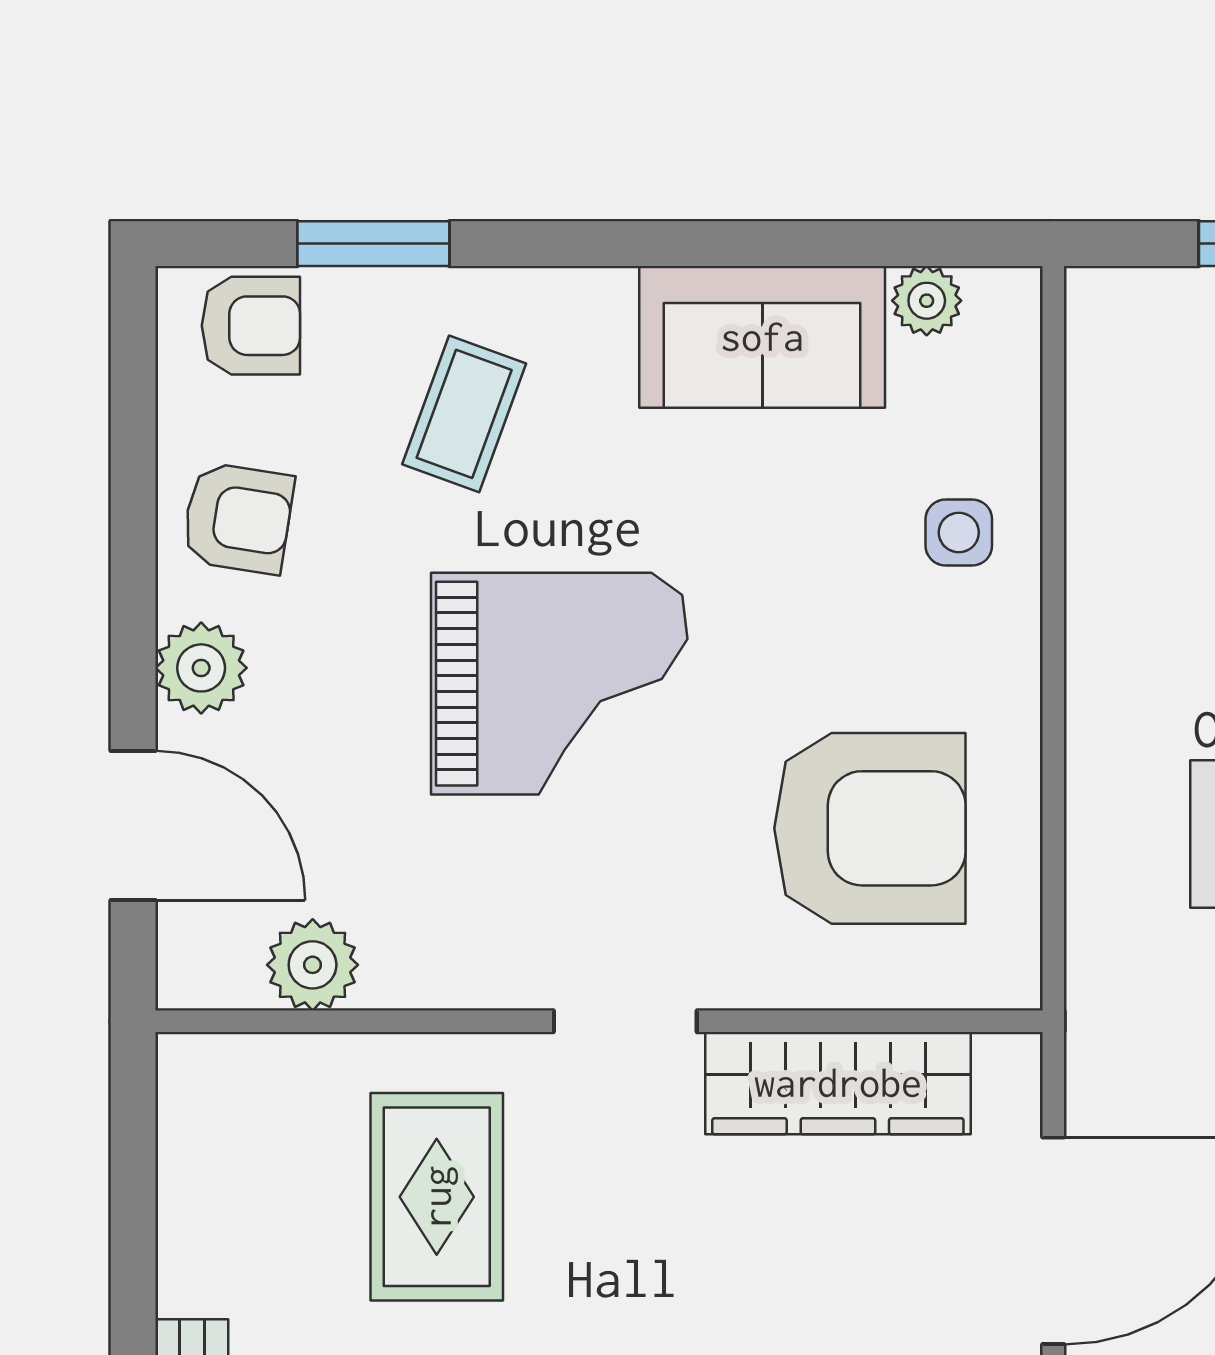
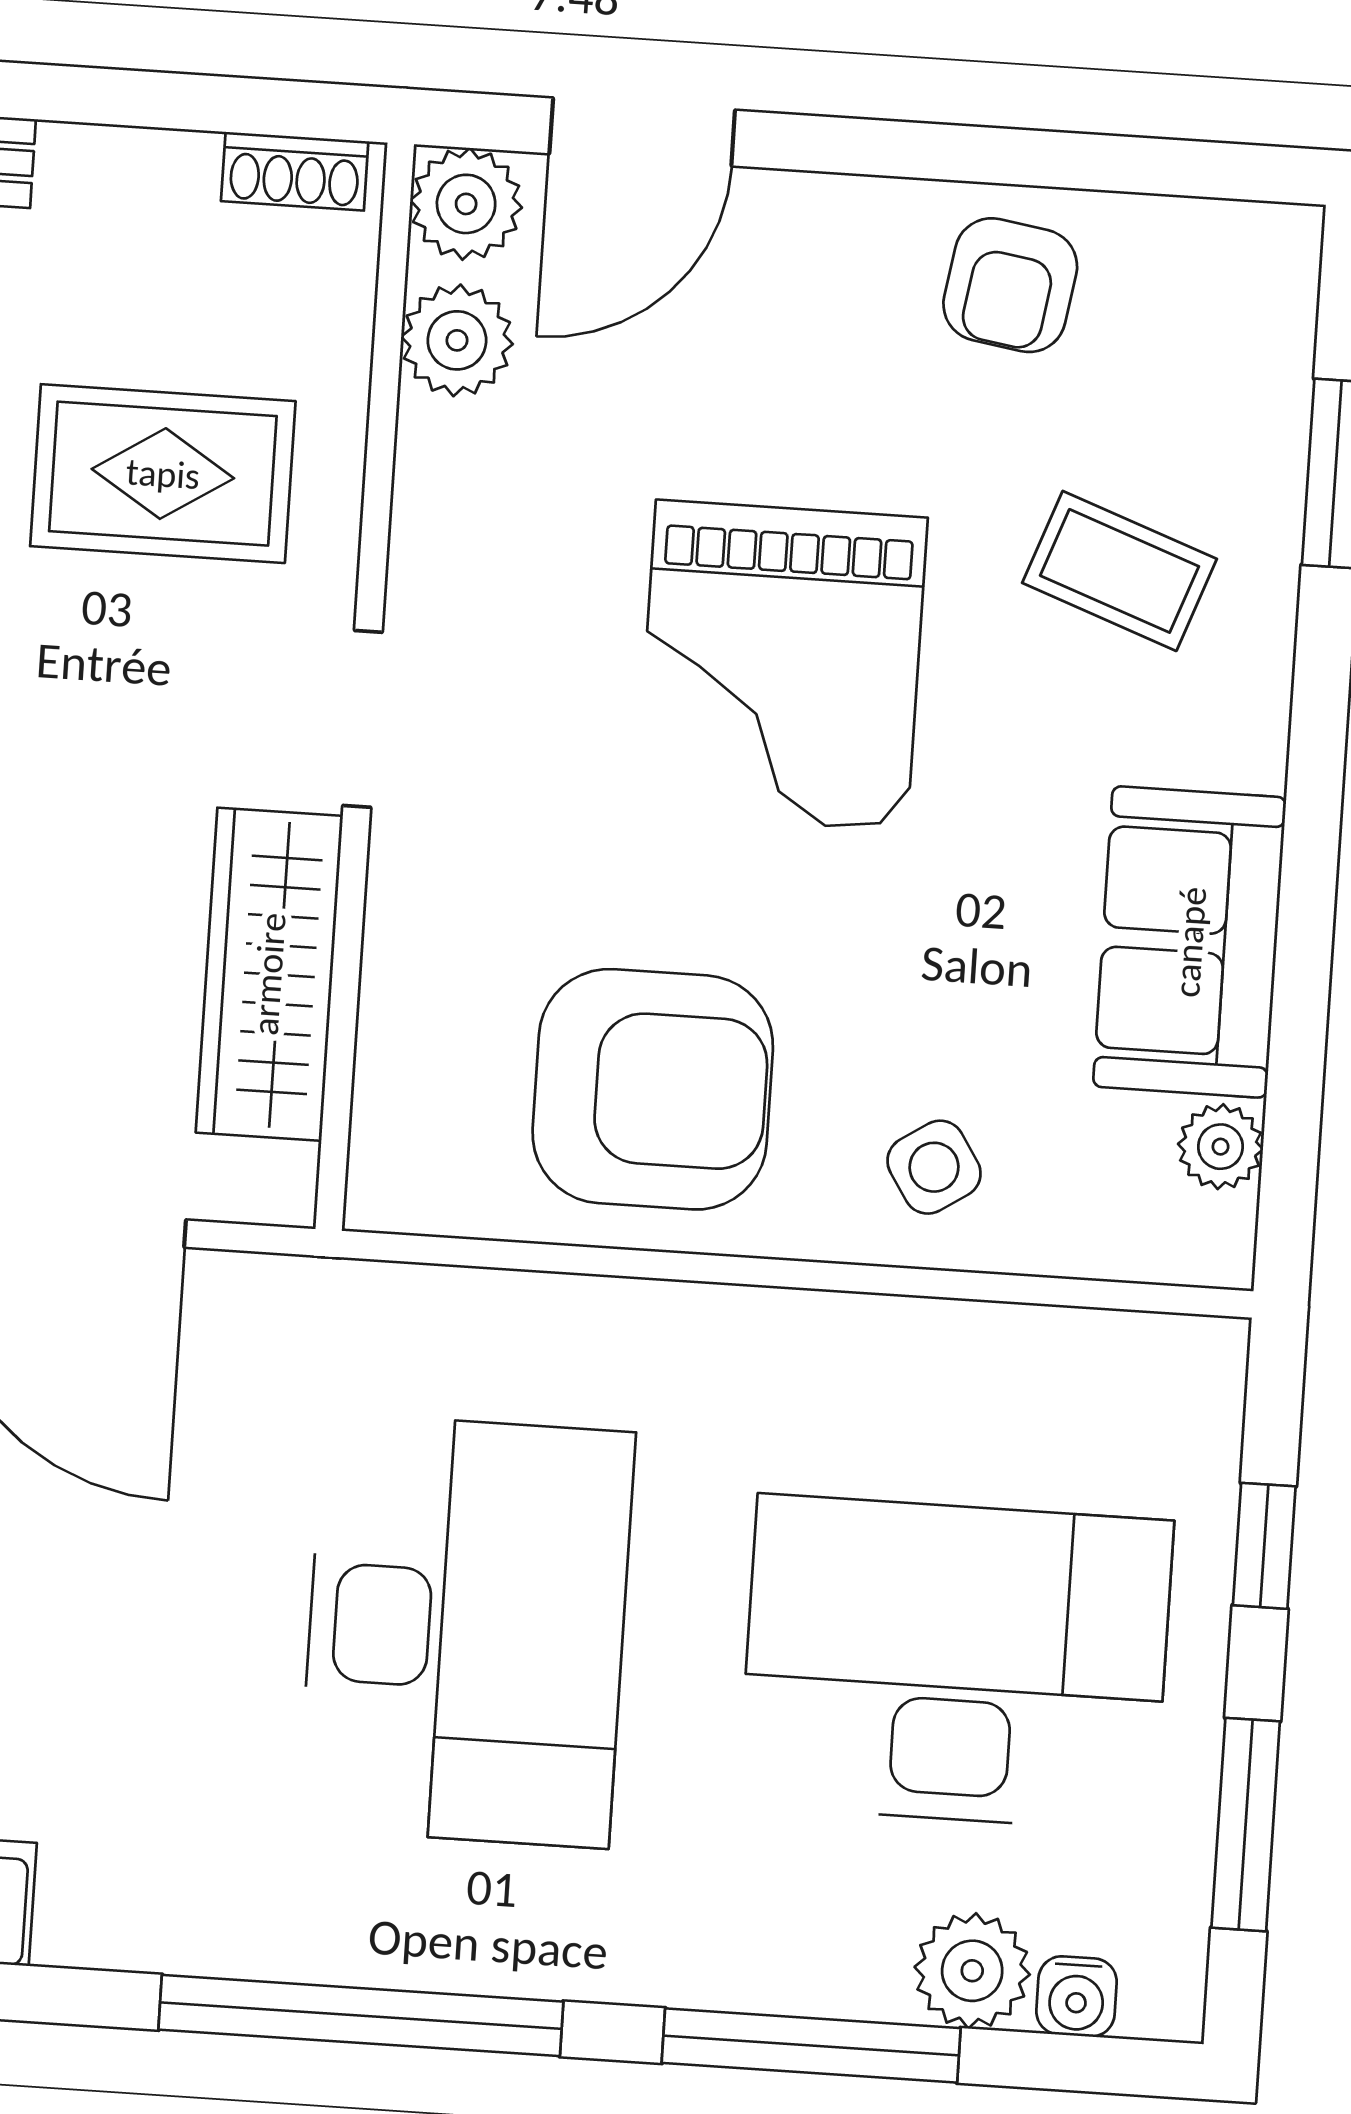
armchair: (251, 326) -> (1245, 317), removed
side table: (959, 532) -> (934, 1167), turned -33
plant: (201, 668) -> (466, 204), moved
armchair: (870, 828) -> (653, 1089), moved, turned -90
shoe rack: (184, 1106) -> (295, 171), added

